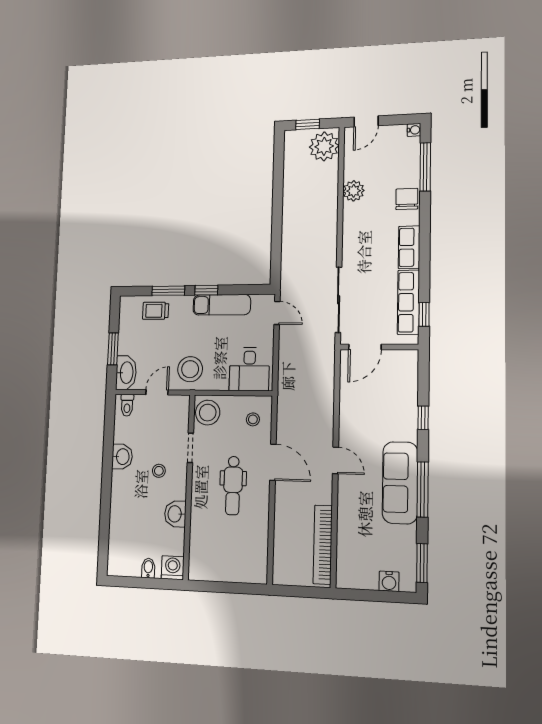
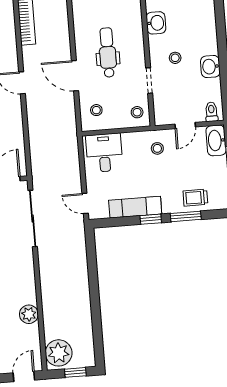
trolley: (156, 311) -> (195, 198), turned 180
stool: (190, 369) -> (157, 148), width x0.53, depth x0.53
stool: (208, 413) -> (137, 112), width x0.53, depth x0.53

